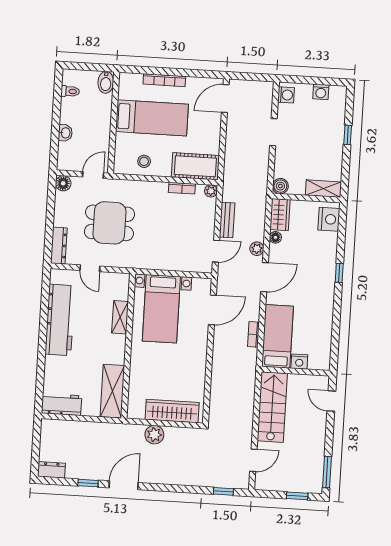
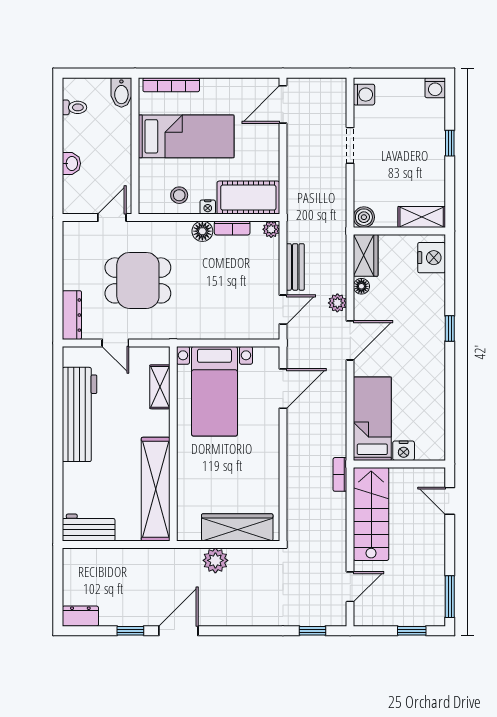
bookcase: (164, 80) -> (171, 85), moved
washing machine: (321, 92) -> (435, 88), moved
nightstand: (165, 171) -> (208, 207), added
floor lamp: (63, 183) -> (202, 231), moved
shelving: (120, 317) -> (160, 387), moved
bookcase: (253, 334) -> (340, 474), moved
shelving: (112, 391) -> (156, 489), width x1.47

